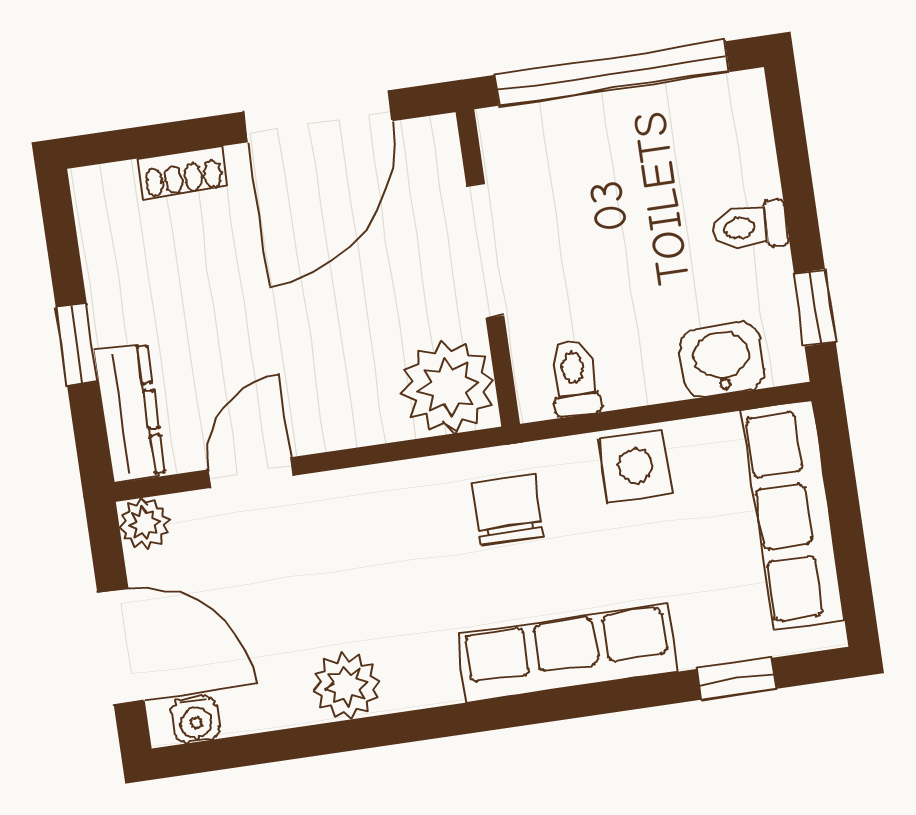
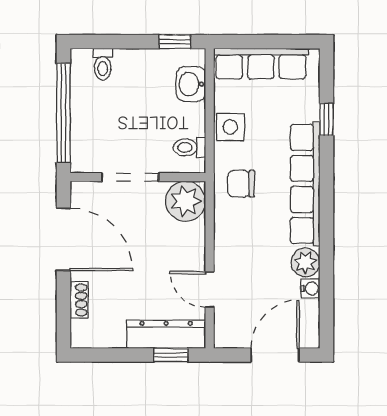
toilet: (749, 227) -> (103, 64), moved
window: (77, 344) -> (171, 355), moved
dresser: (129, 412) -> (166, 334), width x1.37, depth x1.24
plant: (144, 523) -> (224, 338), removed
row of seats: (567, 653) -> (305, 184), width x1.36
window: (737, 679) -> (326, 120), moved
water cooler: (195, 719) -> (310, 288), moved

